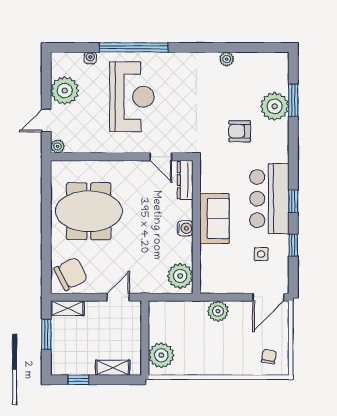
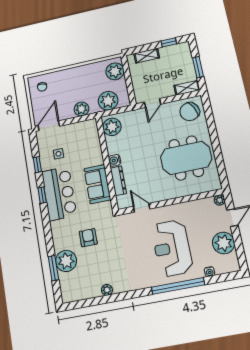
armchair: (240, 131) -> (88, 238), turned -90
dresser: (185, 180) -> (118, 181), moved
sofa: (214, 218) -> (97, 184), moved
plant: (179, 315) -> (108, 101), added

